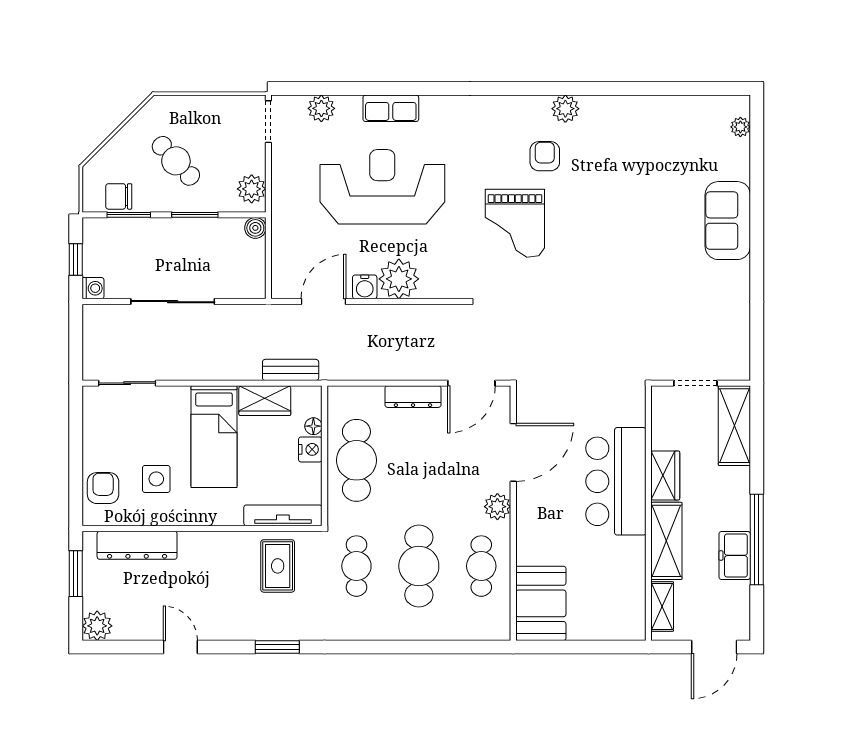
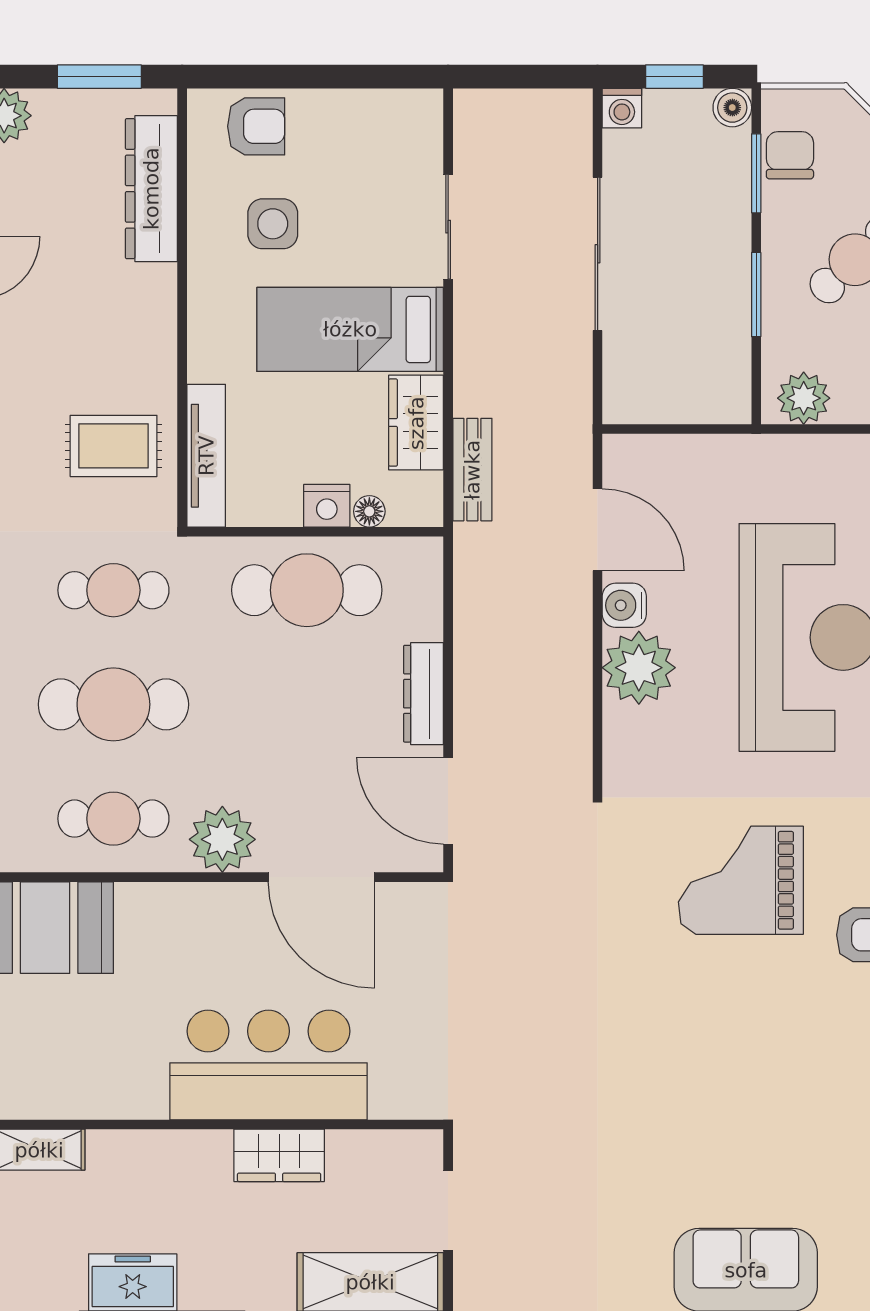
boiler: (255, 228) -> (732, 108), moved
sliding door: (127, 383) -> (448, 227), moved
plant: (497, 507) -> (222, 839), width x1.36, depth x1.36
shelving: (666, 541) -> (159, 1157), removed

